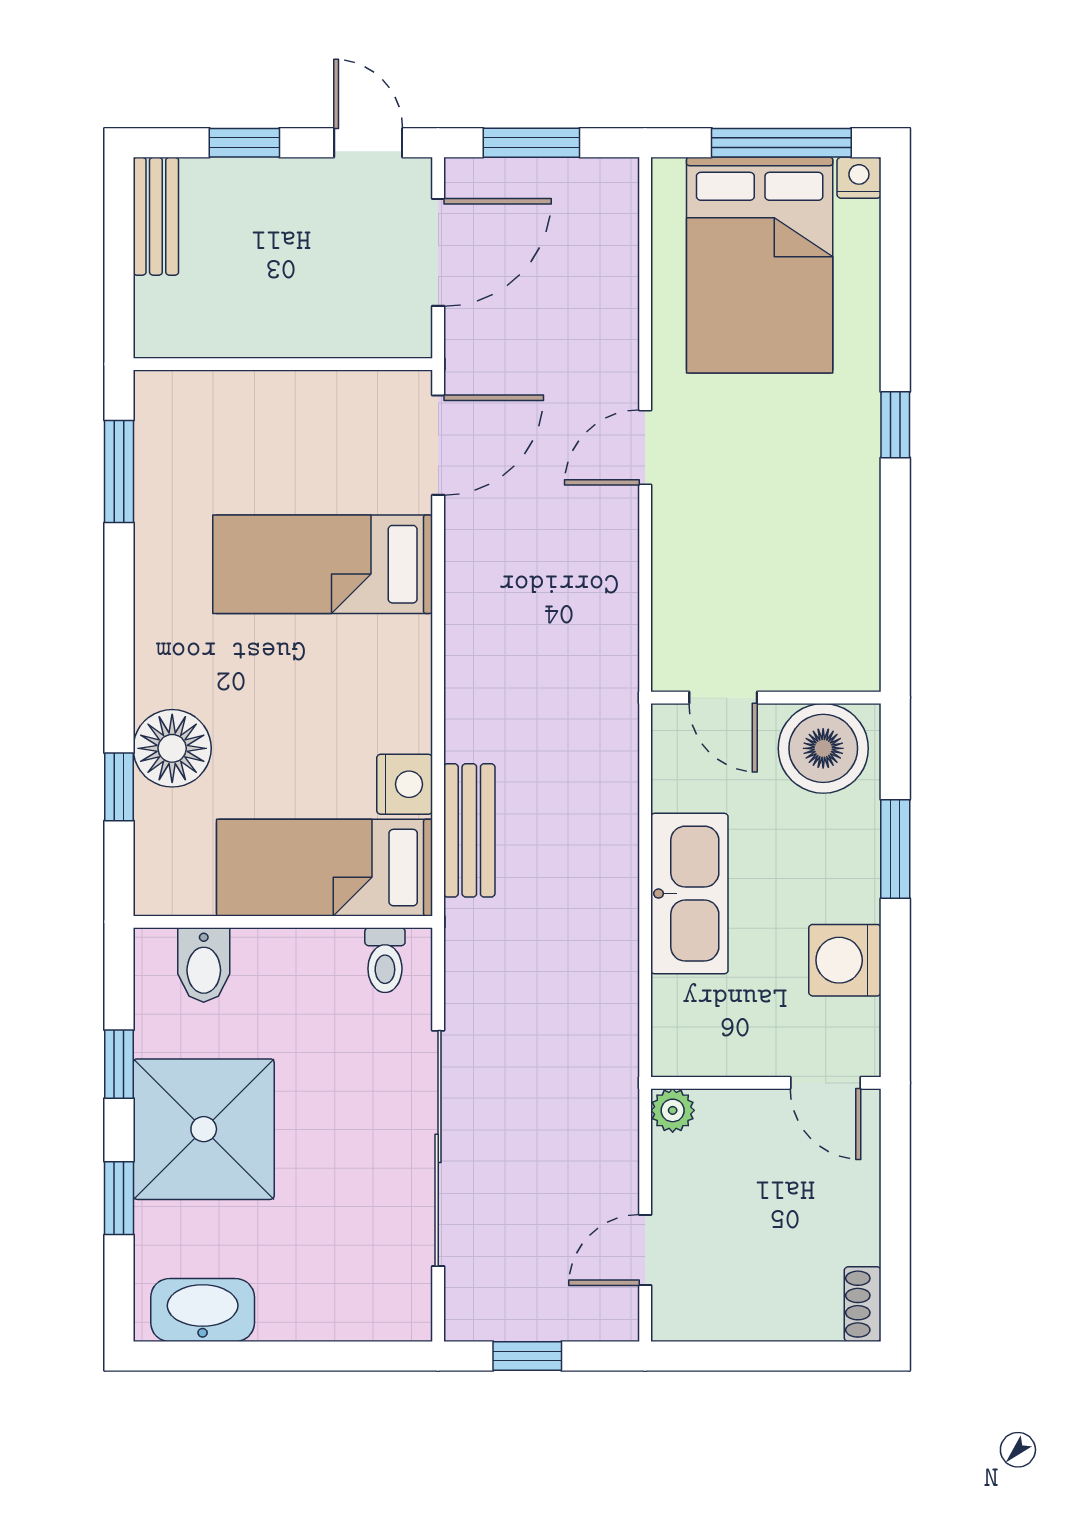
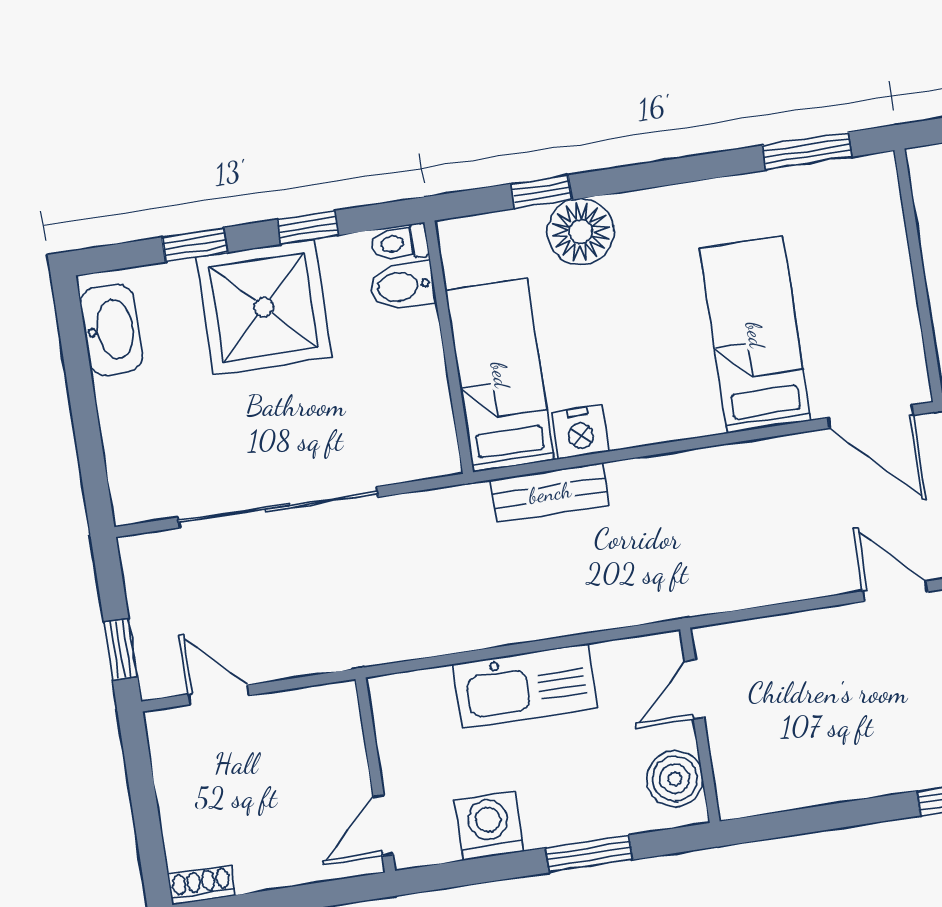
boiler: (823, 748) -> (675, 779), width x0.73, depth x0.73
toilet: (385, 960) -> (400, 243), moved
plant: (673, 1110) -> (340, 700), removed
window: (527, 1356) -> (121, 649), moved

